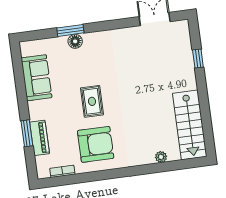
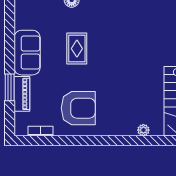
sofa: (36, 78) -> (27, 53), moved
rug: (92, 101) -> (77, 49), moved

